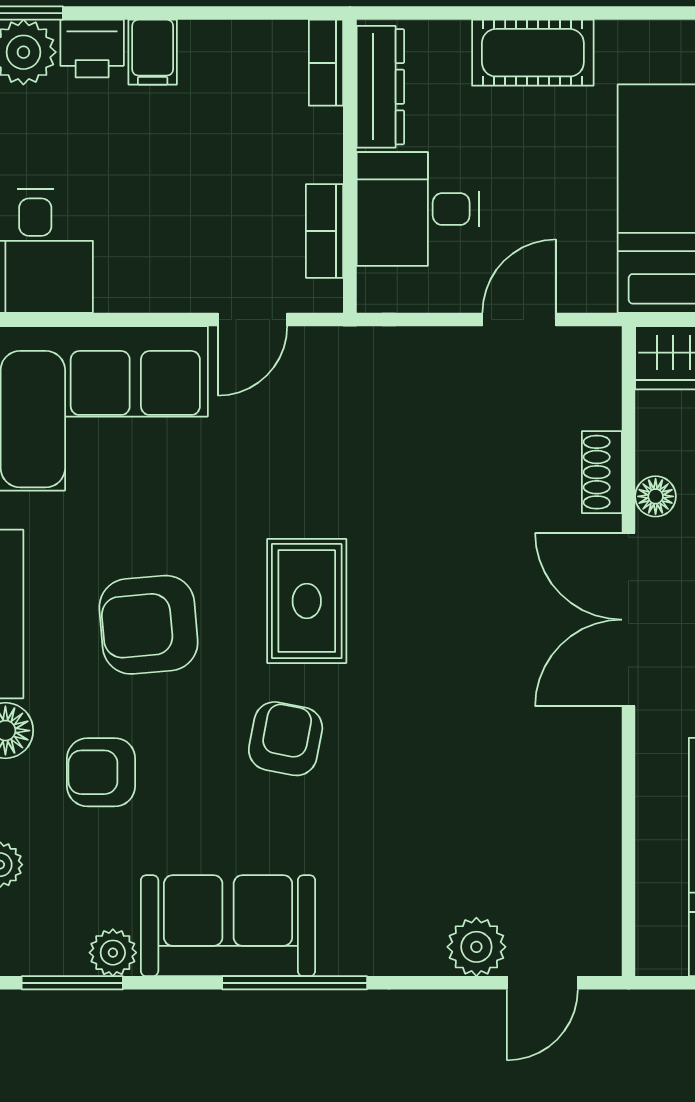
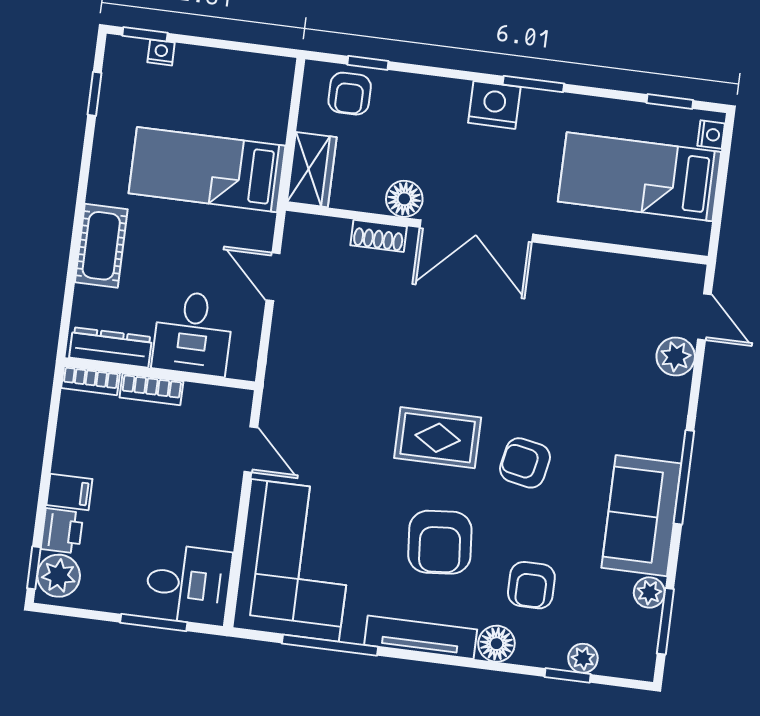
bookcase: (324, 231) -> (151, 389), moved
floor lamp: (656, 496) -> (404, 199), width x1.37, depth x1.37

